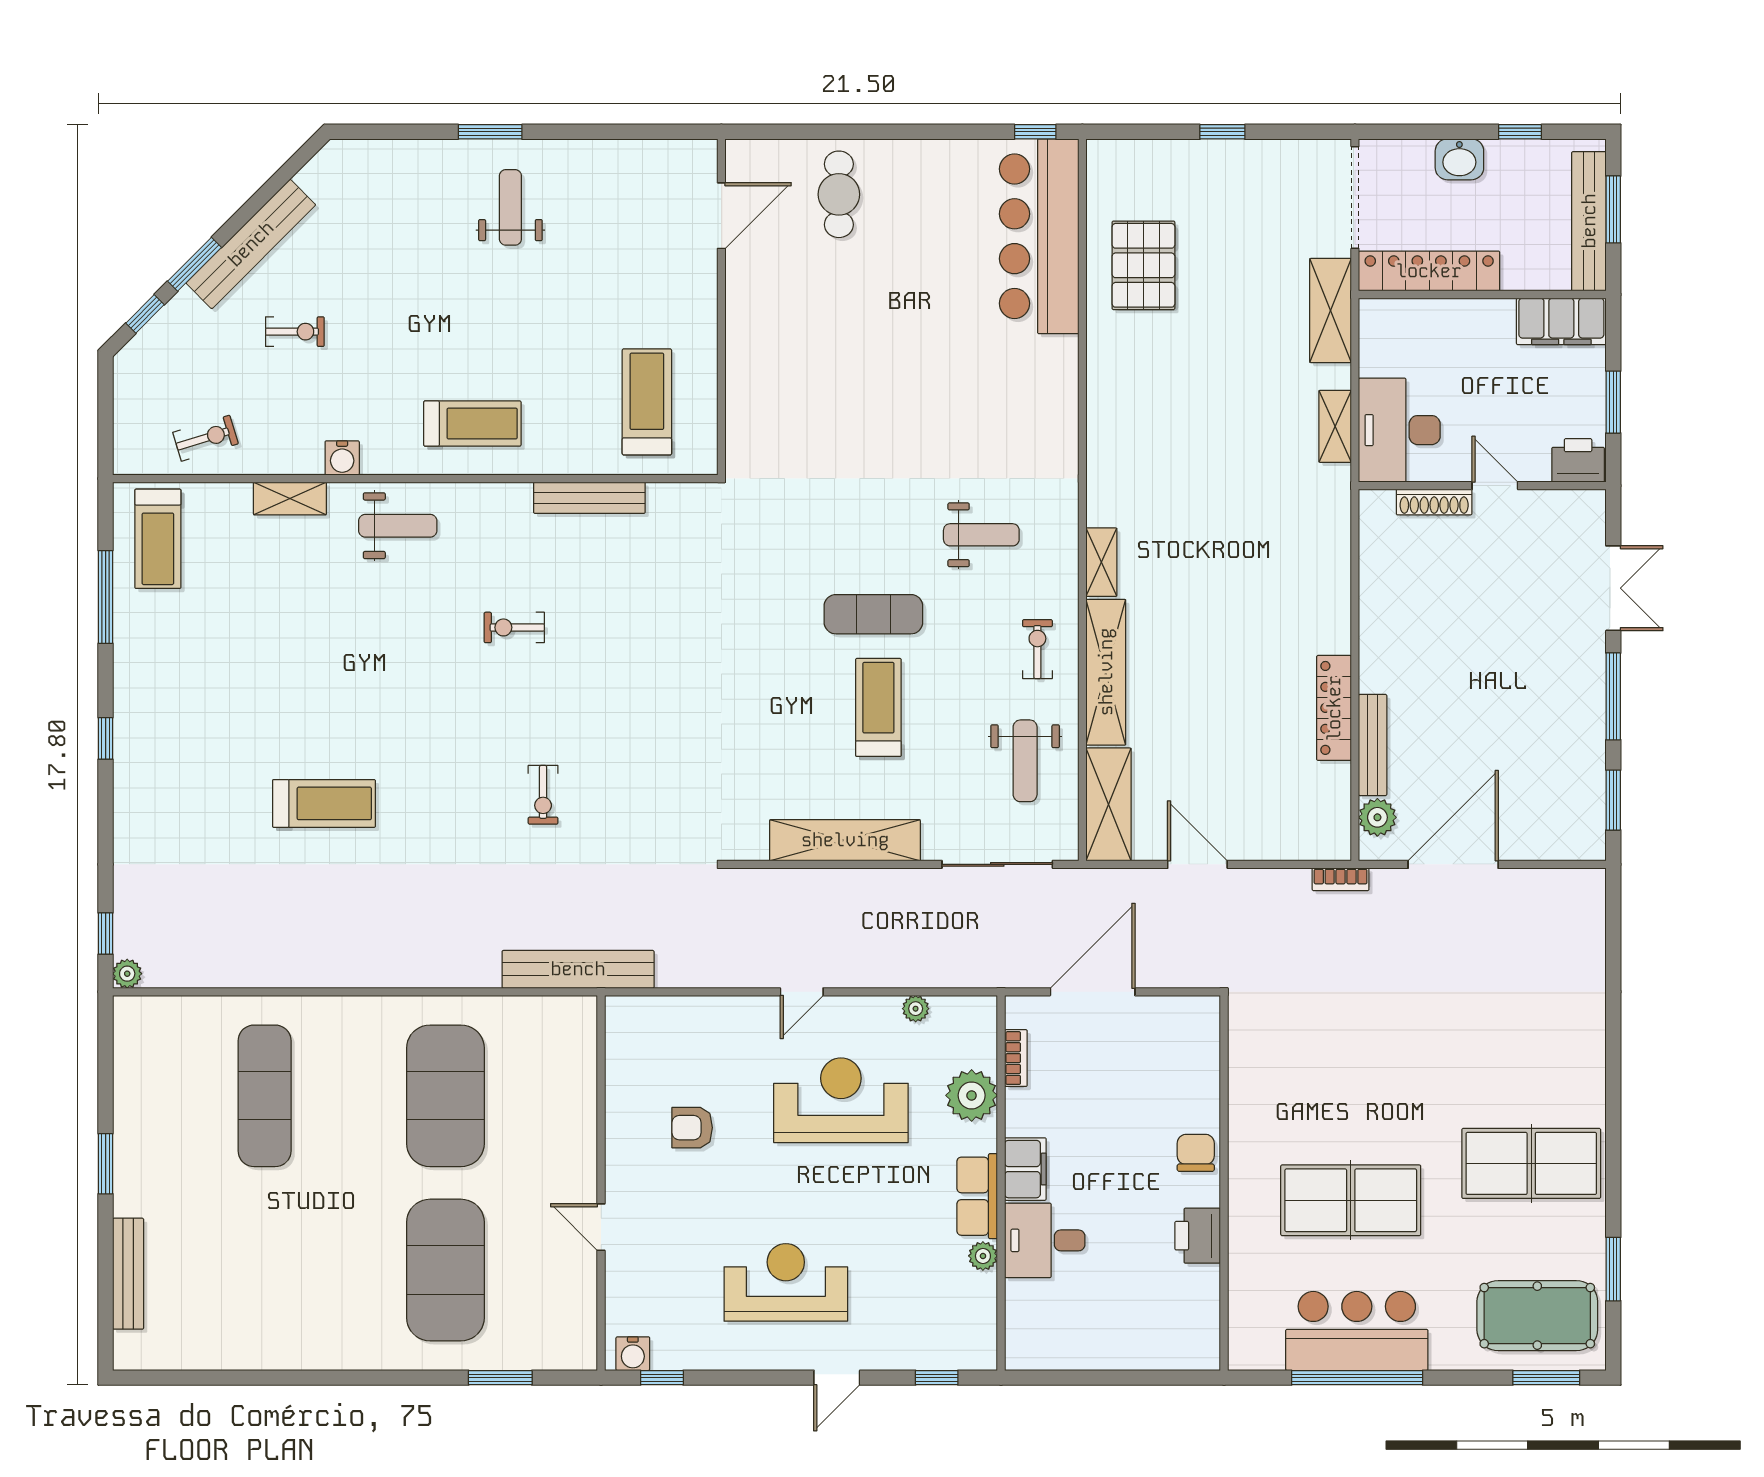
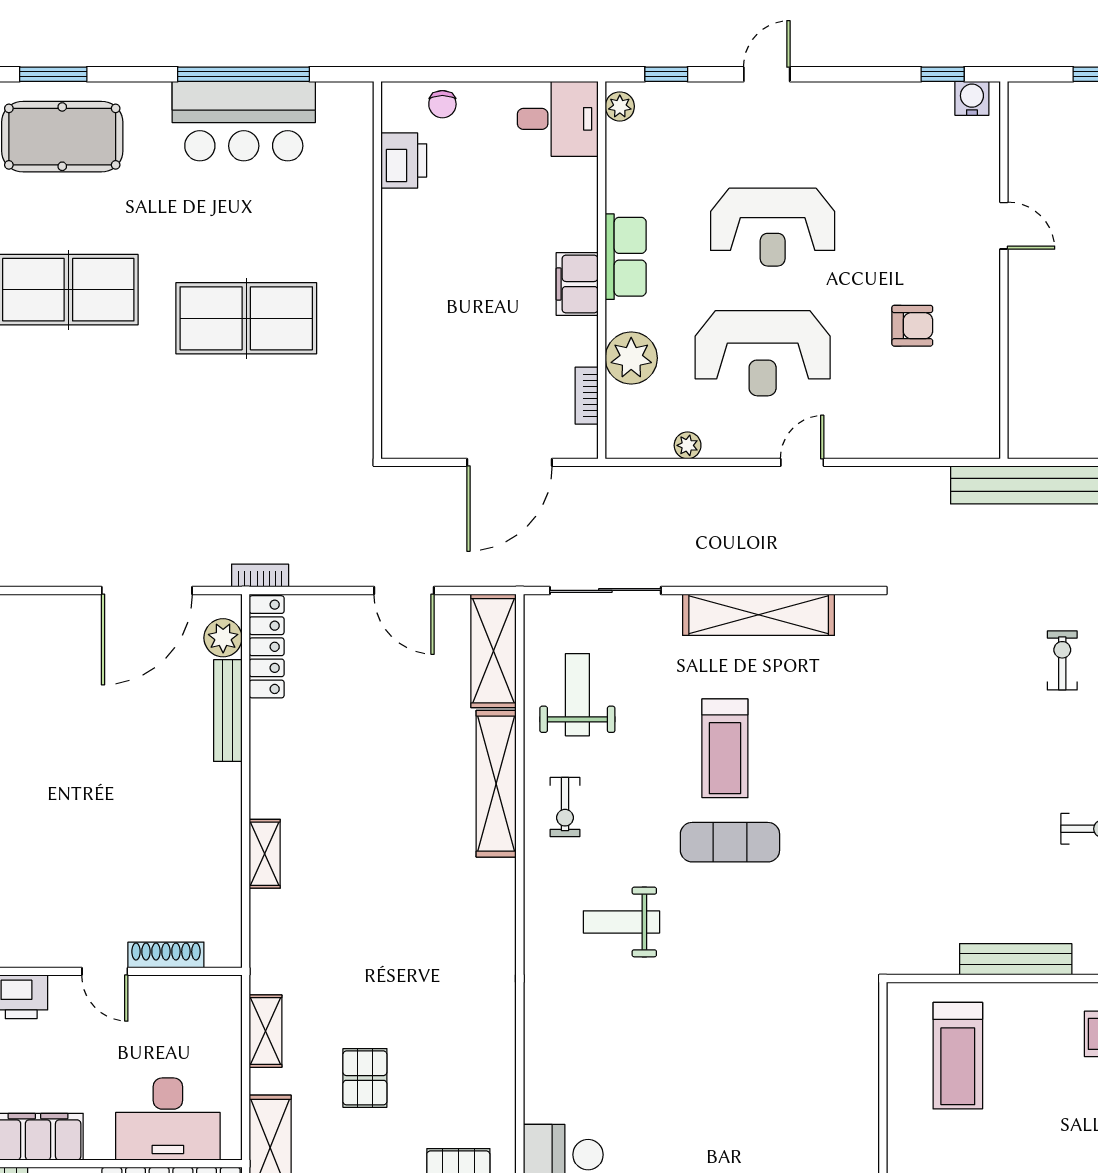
pallet: (1236, 380) -> (365, 1078), added
desk: (1399, 430) -> (168, 1119), moved, turned 90
shelving: (1101, 562) -> (265, 854), moved
locker: (1334, 708) -> (267, 647), moved
chair: (1196, 1153) -> (442, 104), moved, width x0.73, depth x0.73
table tennis table: (1351, 1200) -> (246, 318), moved
printer: (1198, 1236) -> (404, 160), moved
desk: (1045, 1240) -> (558, 119), moved
plant: (983, 1256) -> (620, 106), moved
reception desk: (786, 1282) -> (773, 227), moved

